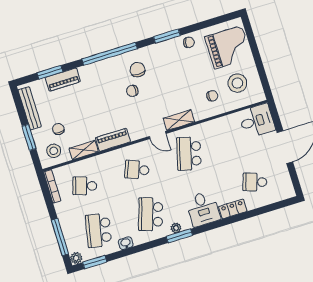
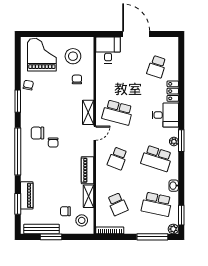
window: (29, 137) -> (51, 237), moved
school desk: (85, 186) -> (118, 204), turned -42

